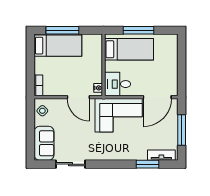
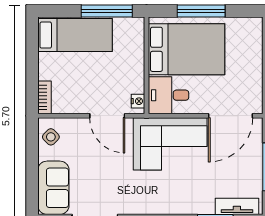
window: (62, 30) -> (107, 11), moved
bed: (129, 49) -> (186, 49), width x1.50

